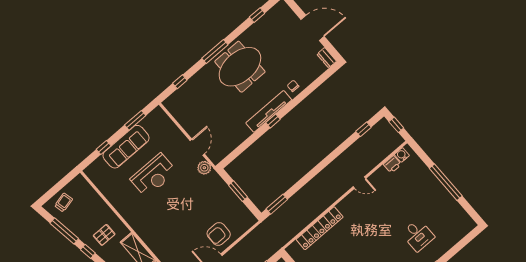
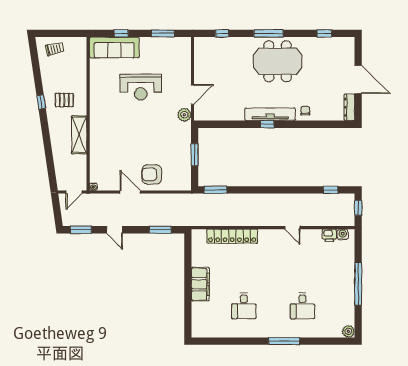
dresser: (327, 58) -> (349, 107), width x1.44
sofa: (126, 147) -> (114, 47), moved
plant: (469, 224) -> (348, 331), added
window: (64, 231) -> (37, 71), removed

